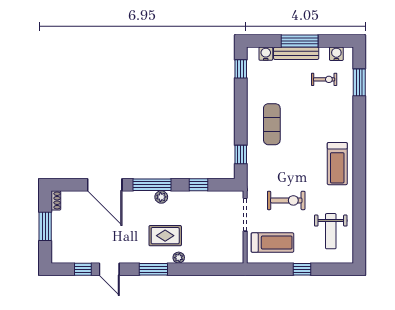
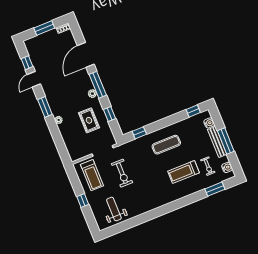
treadmill: (337, 164) -> (183, 172), moved
weight bench: (331, 231) -> (114, 209), turned 90
rug: (165, 236) -> (89, 120), moved

